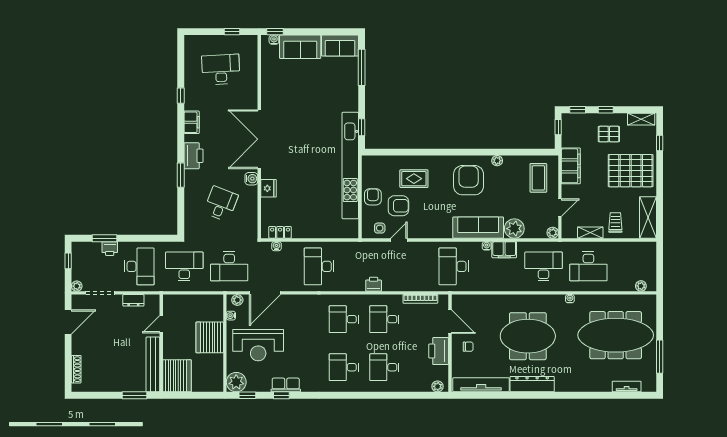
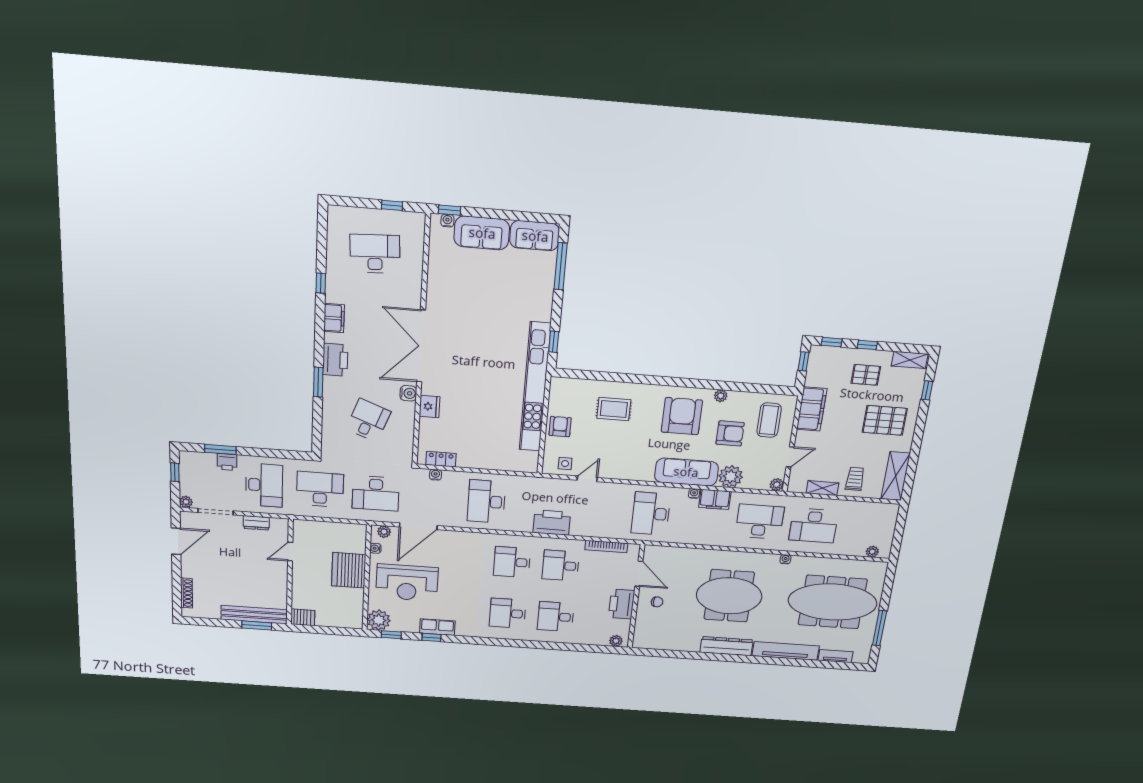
pallet: (631, 171) -> (885, 420), width x0.73, depth x0.71
armchair: (398, 206) -> (730, 433), moved
printer: (374, 284) -> (552, 523), width x1.87, depth x1.48
bench: (153, 364) -> (254, 615), moved, turned 90
server rack: (177, 376) -> (303, 617), width x0.46, depth x0.70
tv unit: (481, 385) -> (786, 651), moved

